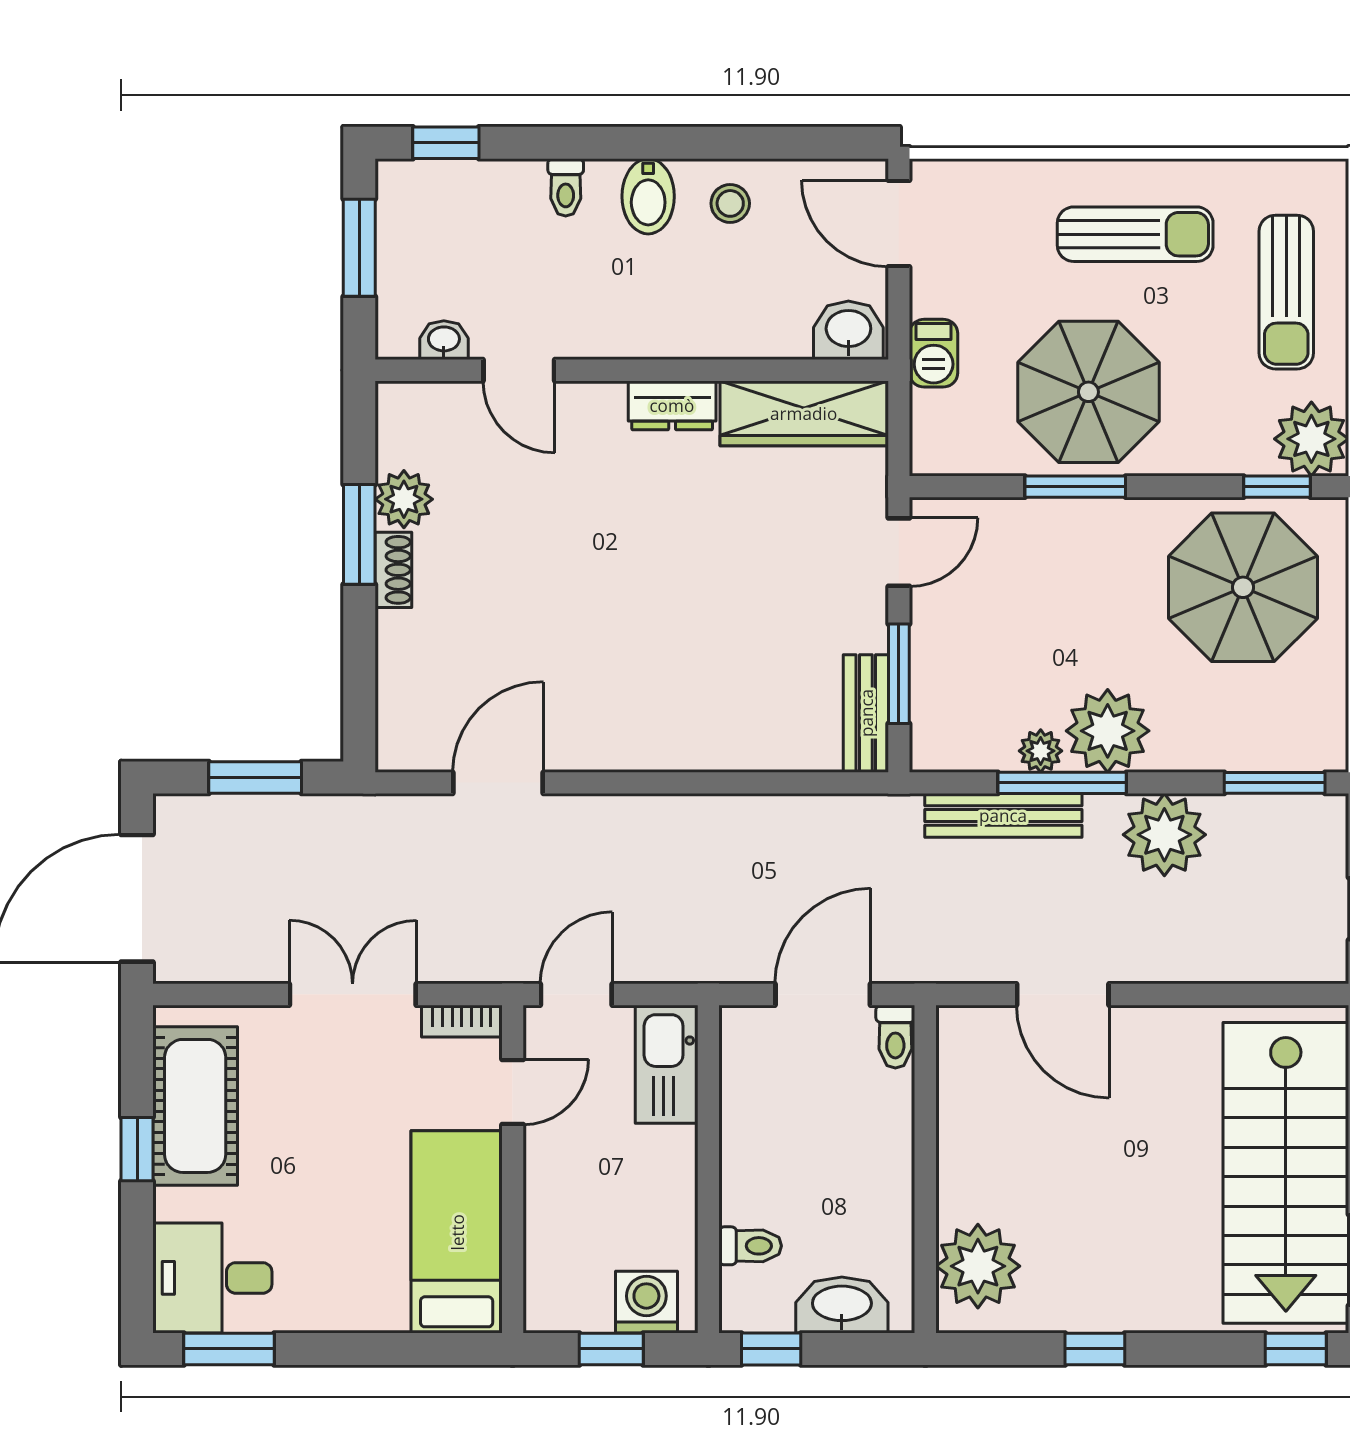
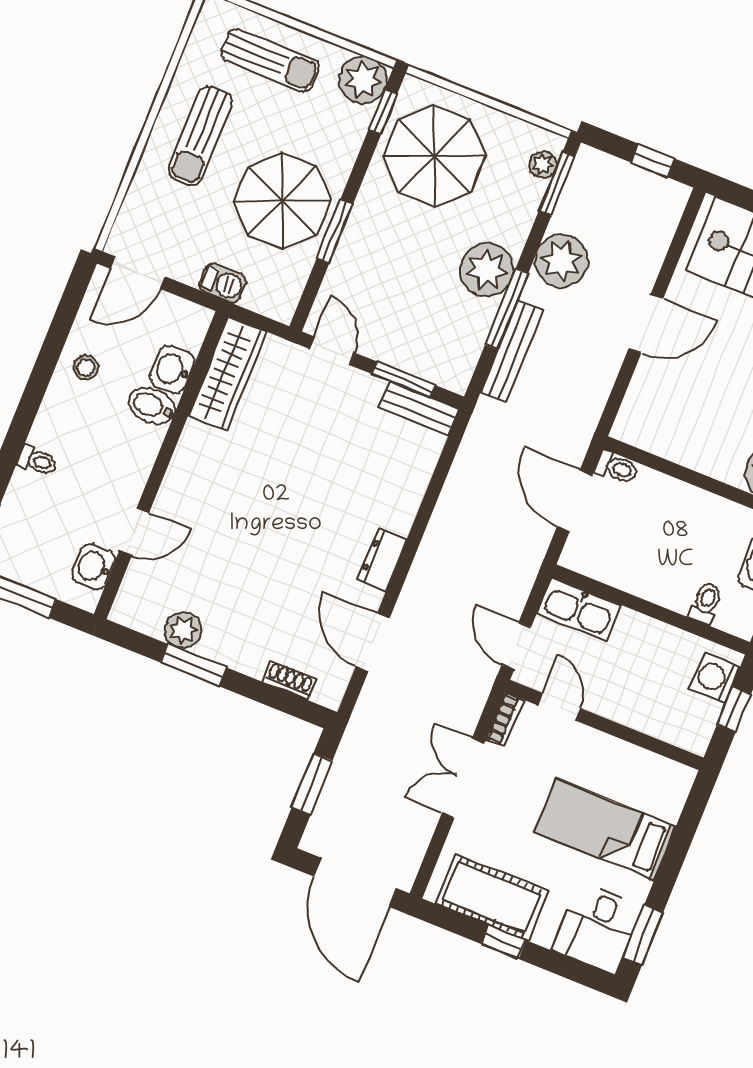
bidet: (648, 196) -> (152, 406), moved, turned 180
sun lounger: (1135, 234) -> (200, 136), turned 180
washbasin: (848, 330) -> (172, 369), moved
washbasin: (444, 340) -> (94, 567), width x1.38, depth x1.45
dresser: (672, 405) -> (382, 560), moved, turned 180
shoe rack: (393, 570) -> (289, 680), moved
plant: (1041, 751) -> (543, 164), moved
door: (1063, 994) -> (646, 323), moved
bed: (457, 1232) -> (605, 829), moved

